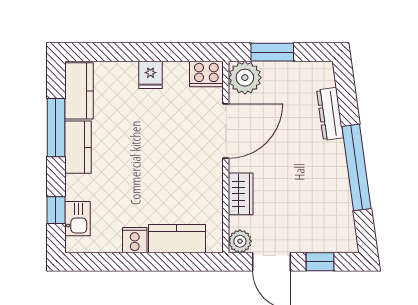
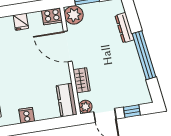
door: (226, 131) -> (68, 46), swing flipped
kitchen counter: (177, 239) -> (67, 100), moved, turned -90

